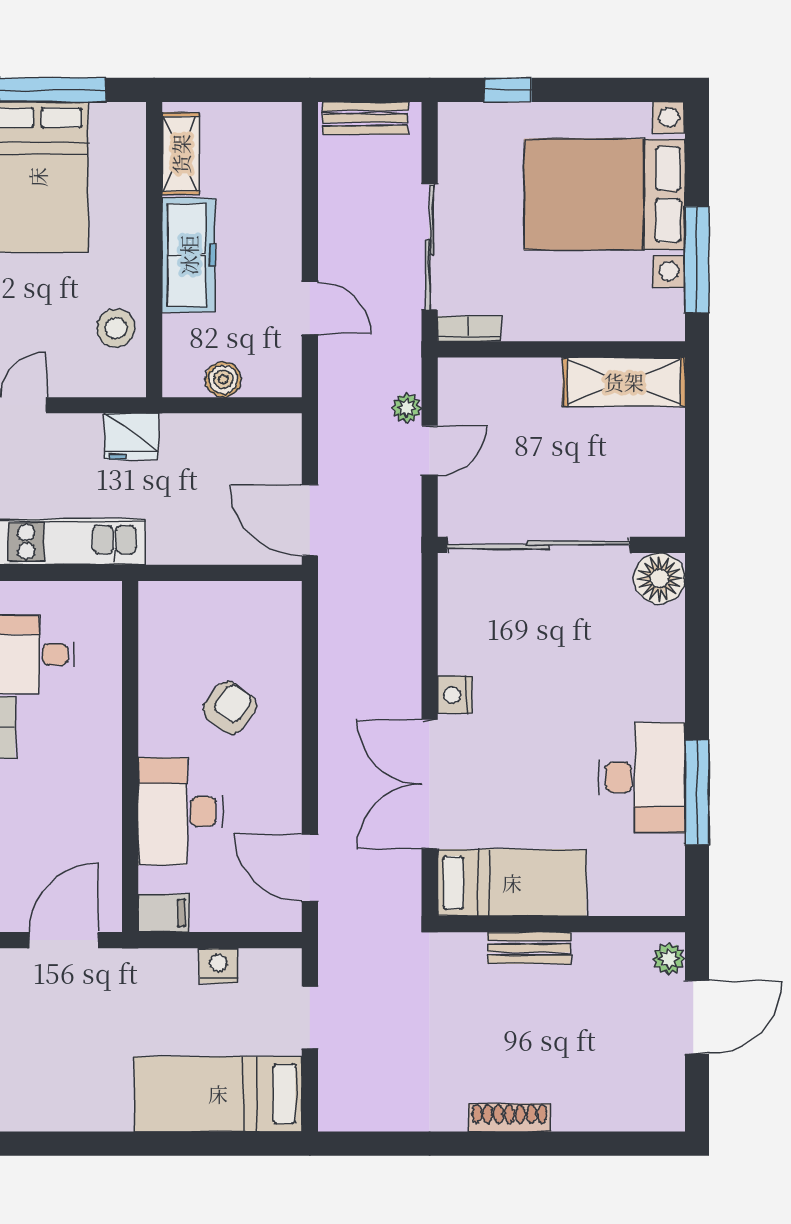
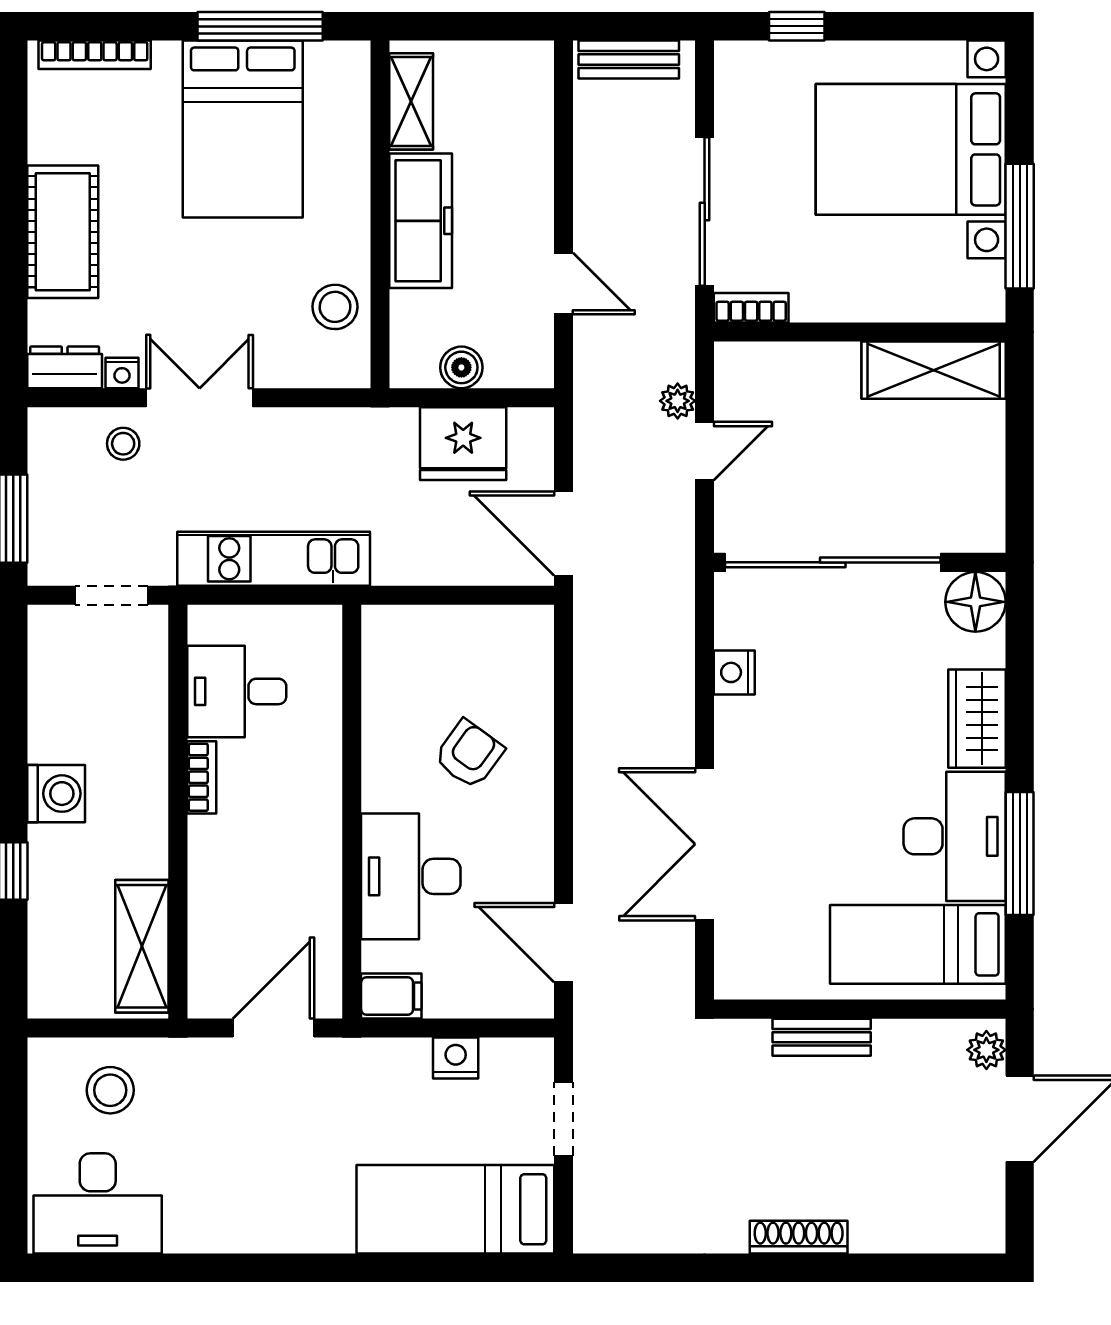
fridge: (131, 436) -> (463, 444), moved, width x1.36, depth x1.34
wardrobe: (661, 678) -> (977, 719), added
nightstand: (455, 695) -> (734, 672), moved
bed: (512, 883) -> (918, 944), moved, turned 180

